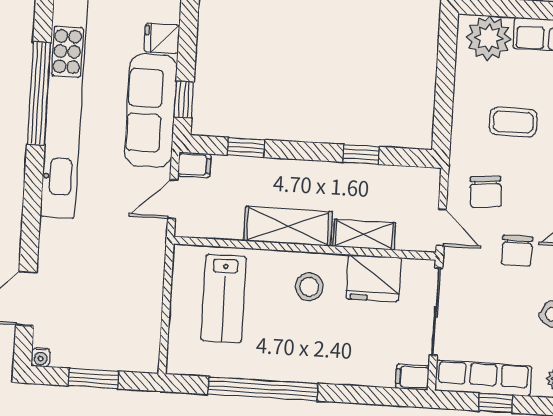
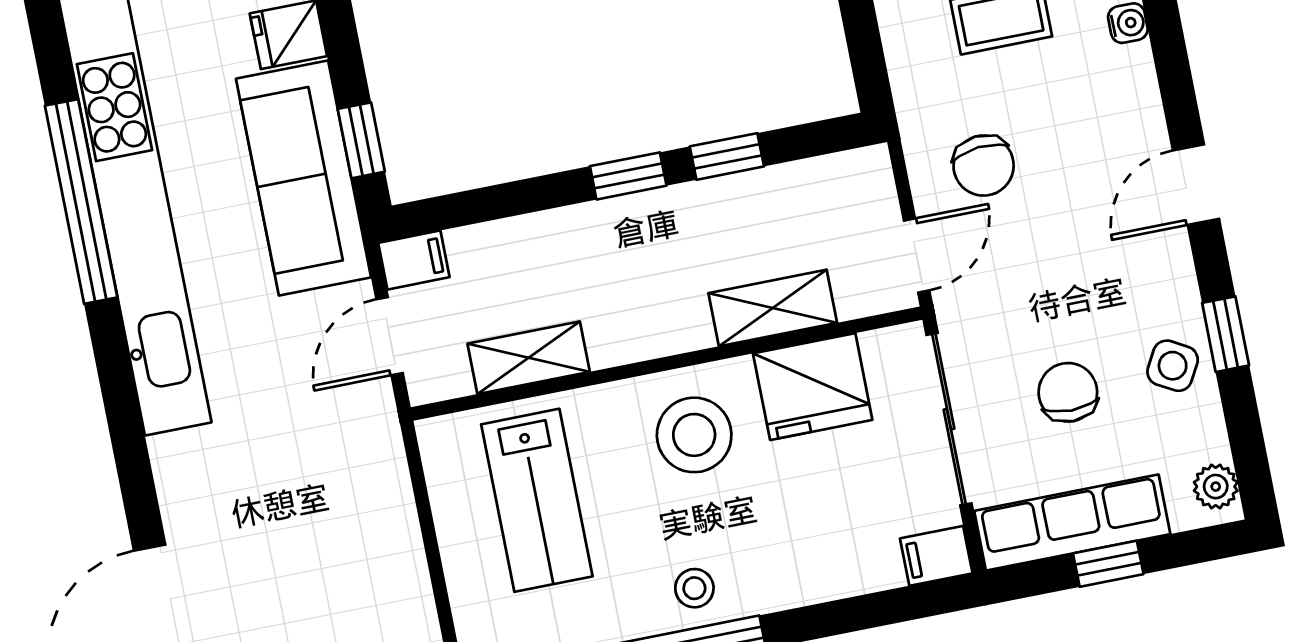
window: (246, 147) -> (628, 176), moved
shelving: (288, 226) -> (529, 358), moved, width x0.67, depth x0.75
door: (441, 227) -> (917, 255), hinge flipped
chair: (517, 251) -> (1068, 392), moved, turned 180
stool: (309, 287) -> (694, 435), width x1.38, depth x1.38
stool: (290, 362) -> (694, 588), added

